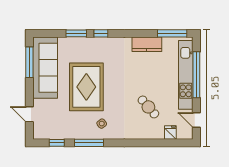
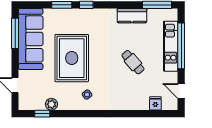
kitchen unit: (186, 75) -> (171, 46), width x0.73
cafe table: (148, 107) -> (133, 62), moved
plant: (66, 133) -> (51, 104), added
window: (89, 143) -> (74, 114), removed

